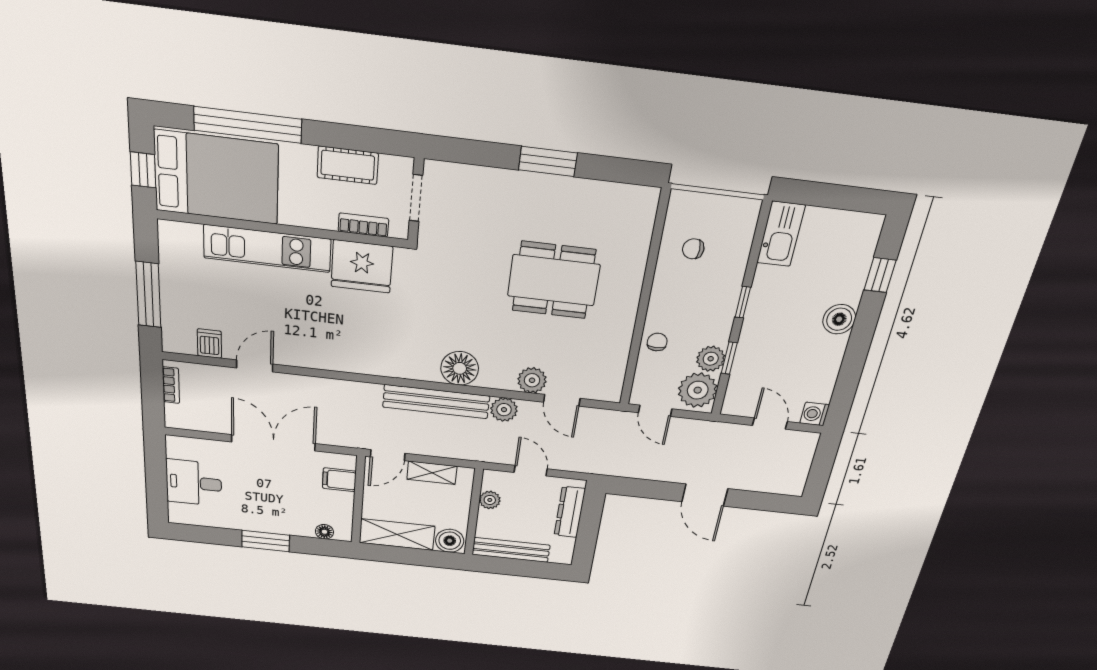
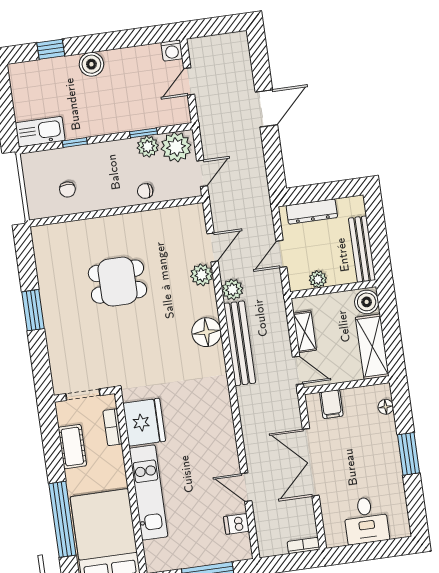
dining table: (554, 280) -> (117, 282), width x0.73
window: (743, 302) -> (75, 143), moved
bookcase: (171, 385) -> (303, 546), moved

